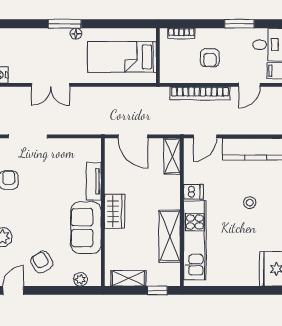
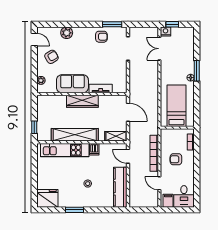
window: (239, 24) -> (197, 177), removed
double door: (51, 85) -> (159, 49), moved
door: (133, 136) -> (128, 112), swing flipped
wardrobe: (115, 211) -> (82, 101), width x1.50
shelving: (170, 236) -> (75, 135), width x1.47
shelving: (128, 278) -> (42, 110), removed

